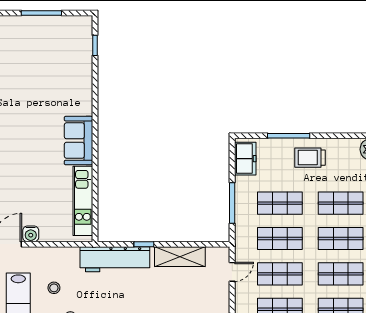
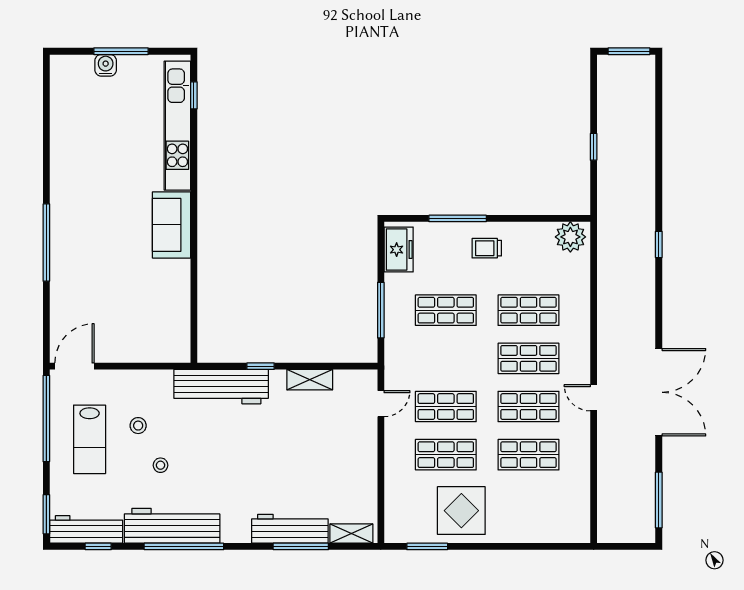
trolley: (310, 158) -> (487, 248), width x0.73, depth x0.72
kitchen unit: (83, 201) -> (177, 126), moved, width x1.36
water cooler: (31, 234) -> (106, 65), moved, turned 180
shop shelf: (280, 238) -> (446, 358), removed
shelving: (180, 257) -> (310, 380), width x0.67, depth x0.75

